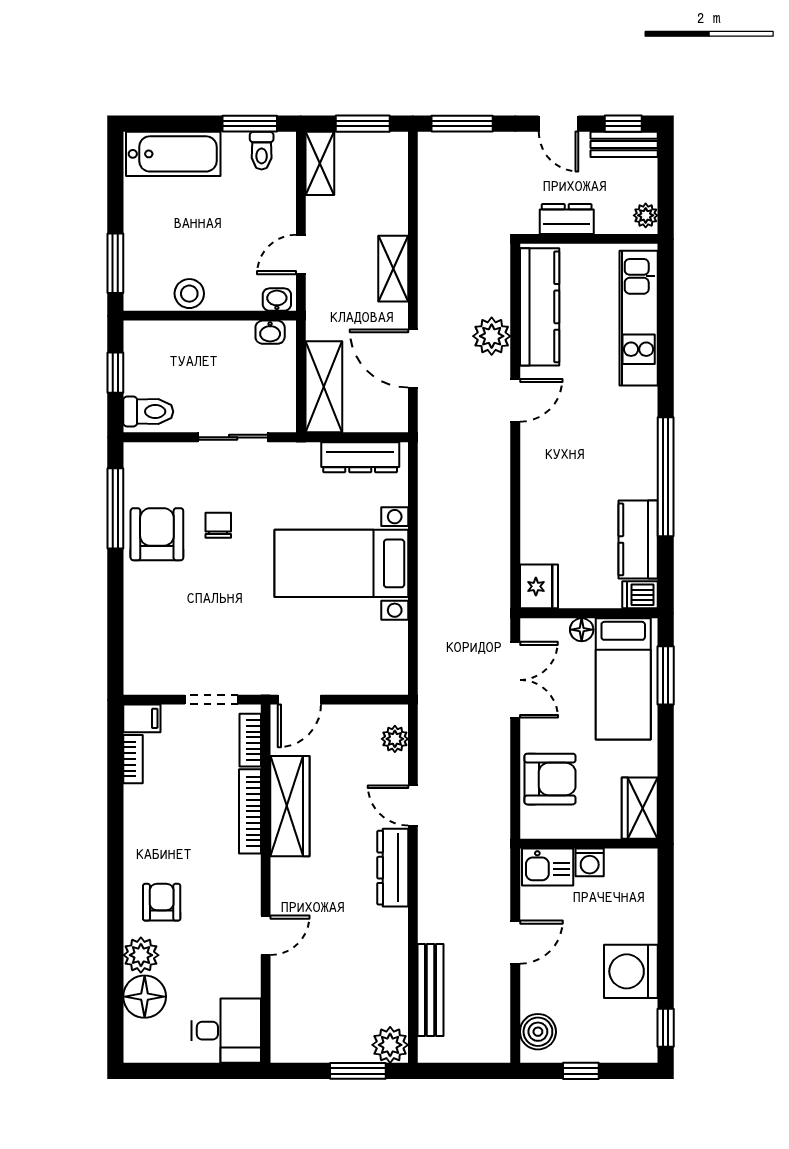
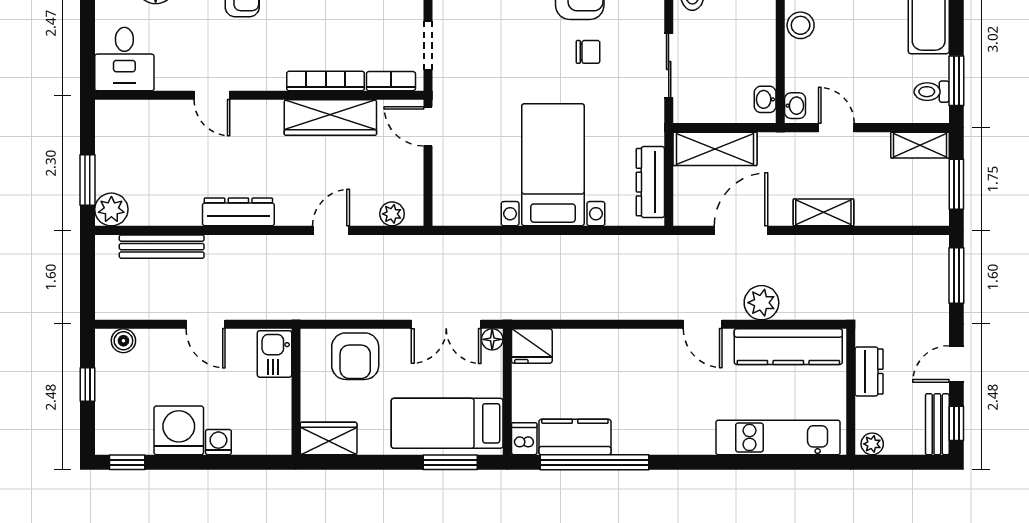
window: (666, 477) -> (595, 462), moved
floor lamp: (582, 630) -> (492, 339), moved
washing machine: (590, 862) -> (218, 442), moved, turned 90
dresser: (393, 868) -> (238, 212), moved
boiler: (538, 1032) -> (123, 341), width x0.73, depth x0.73

